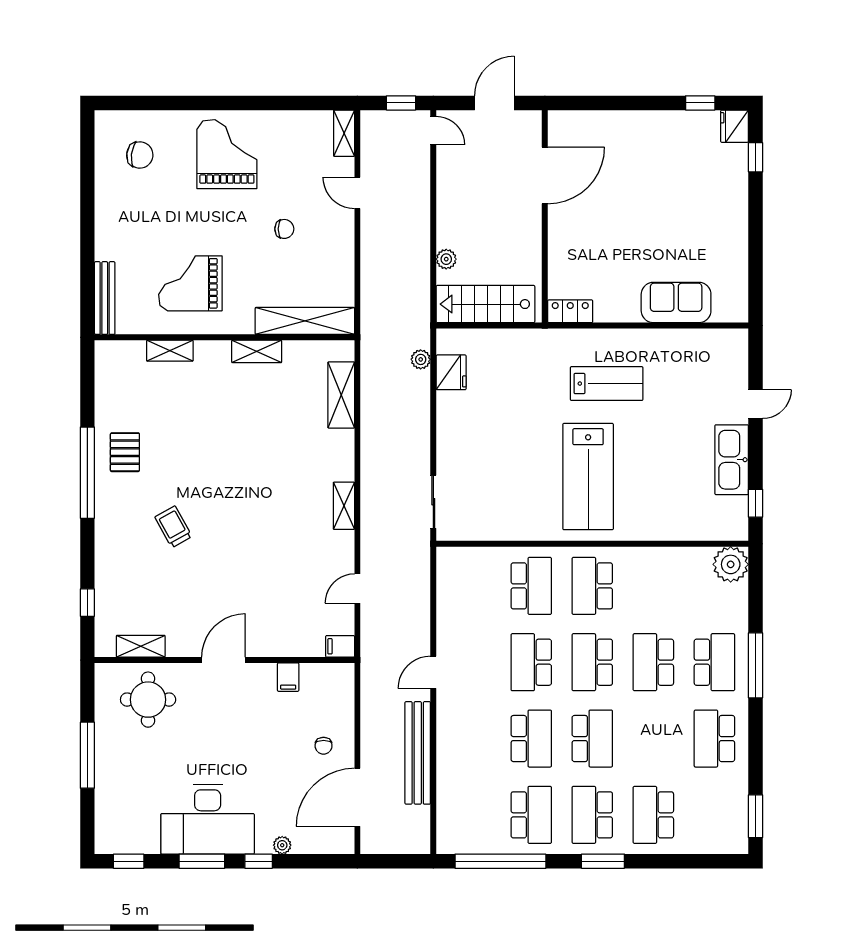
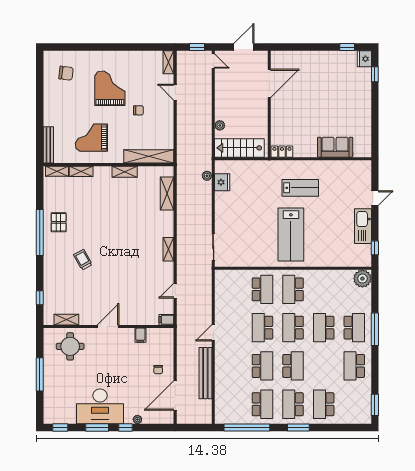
grand piano: (227, 154) -> (110, 88), moved
shelving: (122, 350) -> (57, 171), added

